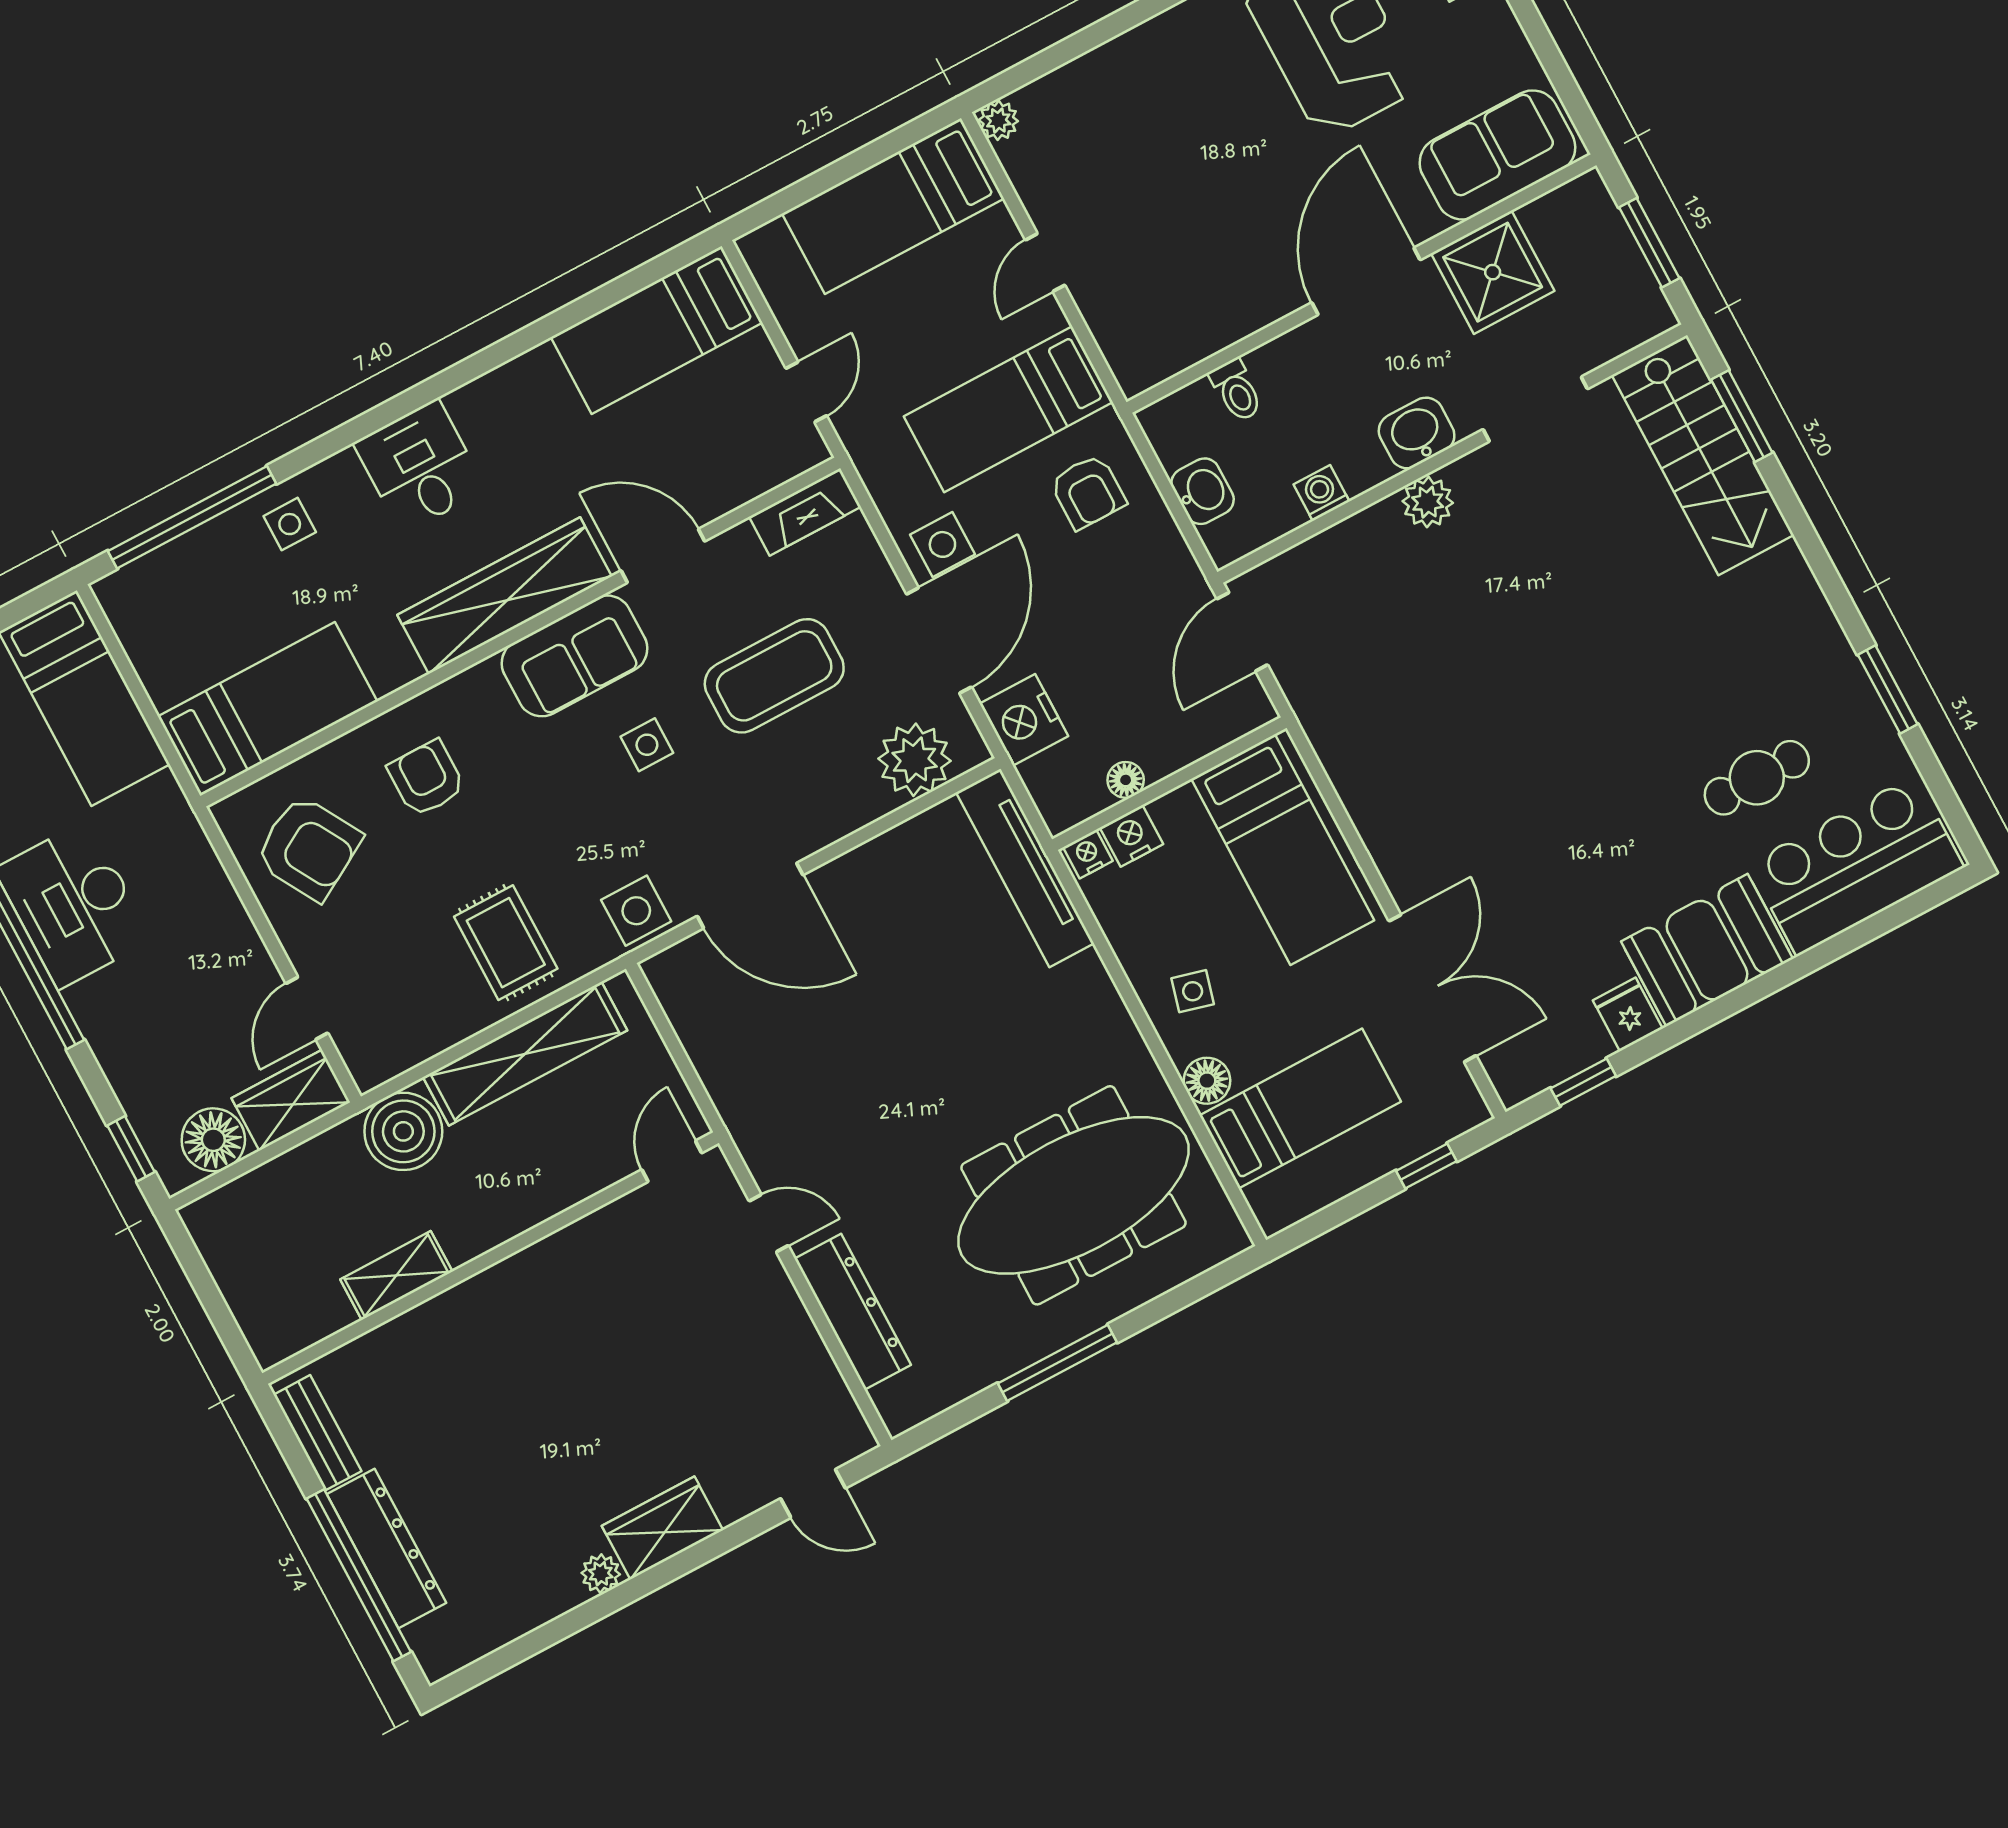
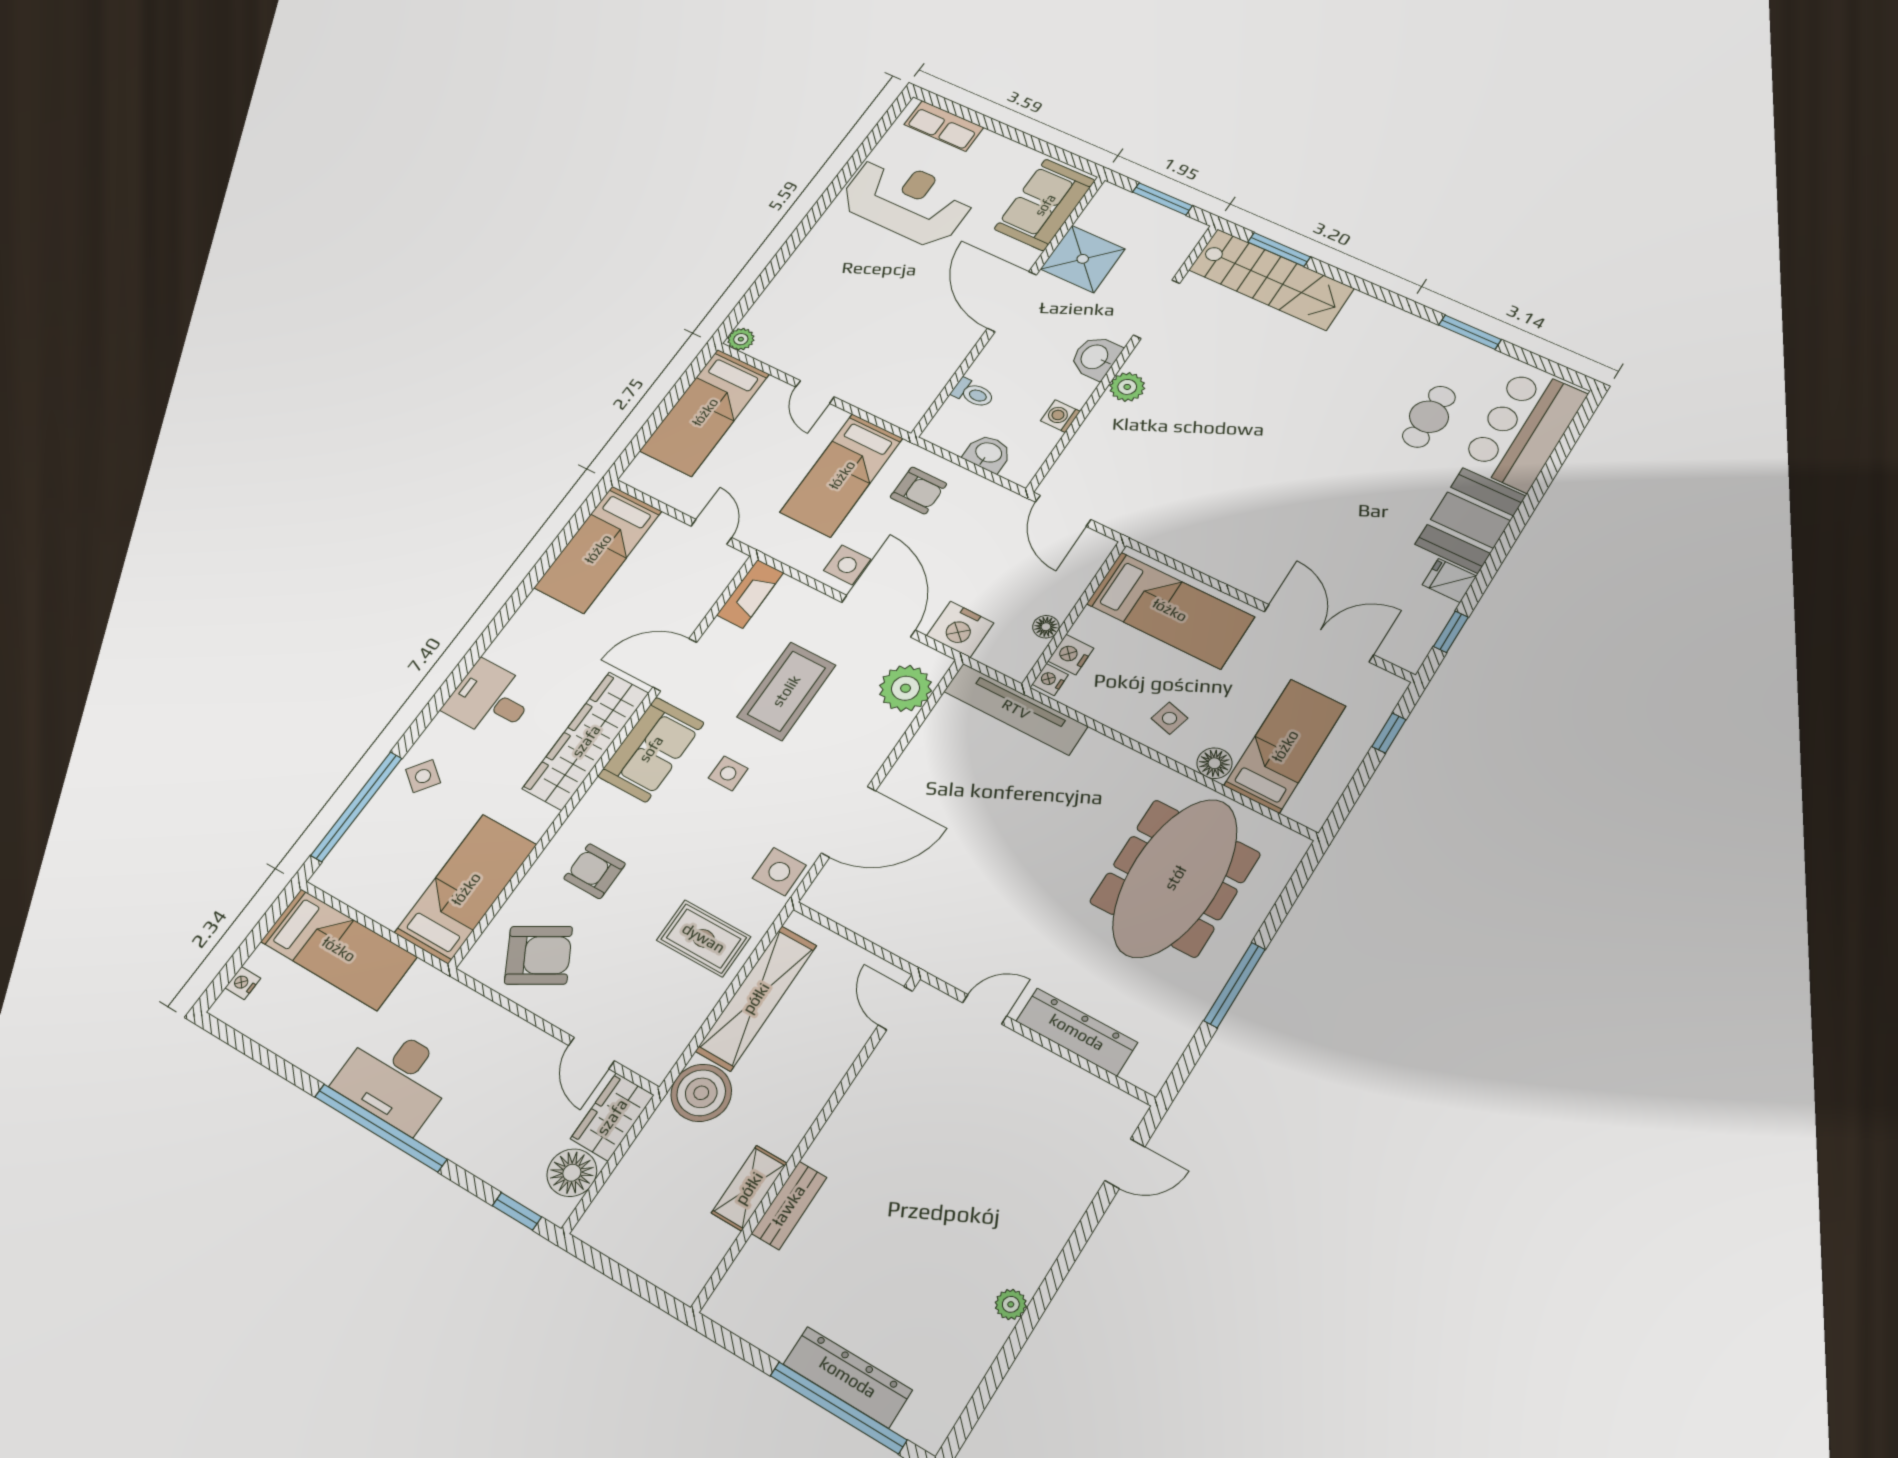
side table: (290, 524) -> (423, 776), turned 37
bench: (318, 1433) -> (789, 1205), moved, turned 90
wardrobe: (662, 1528) -> (1035, 1248), removed

